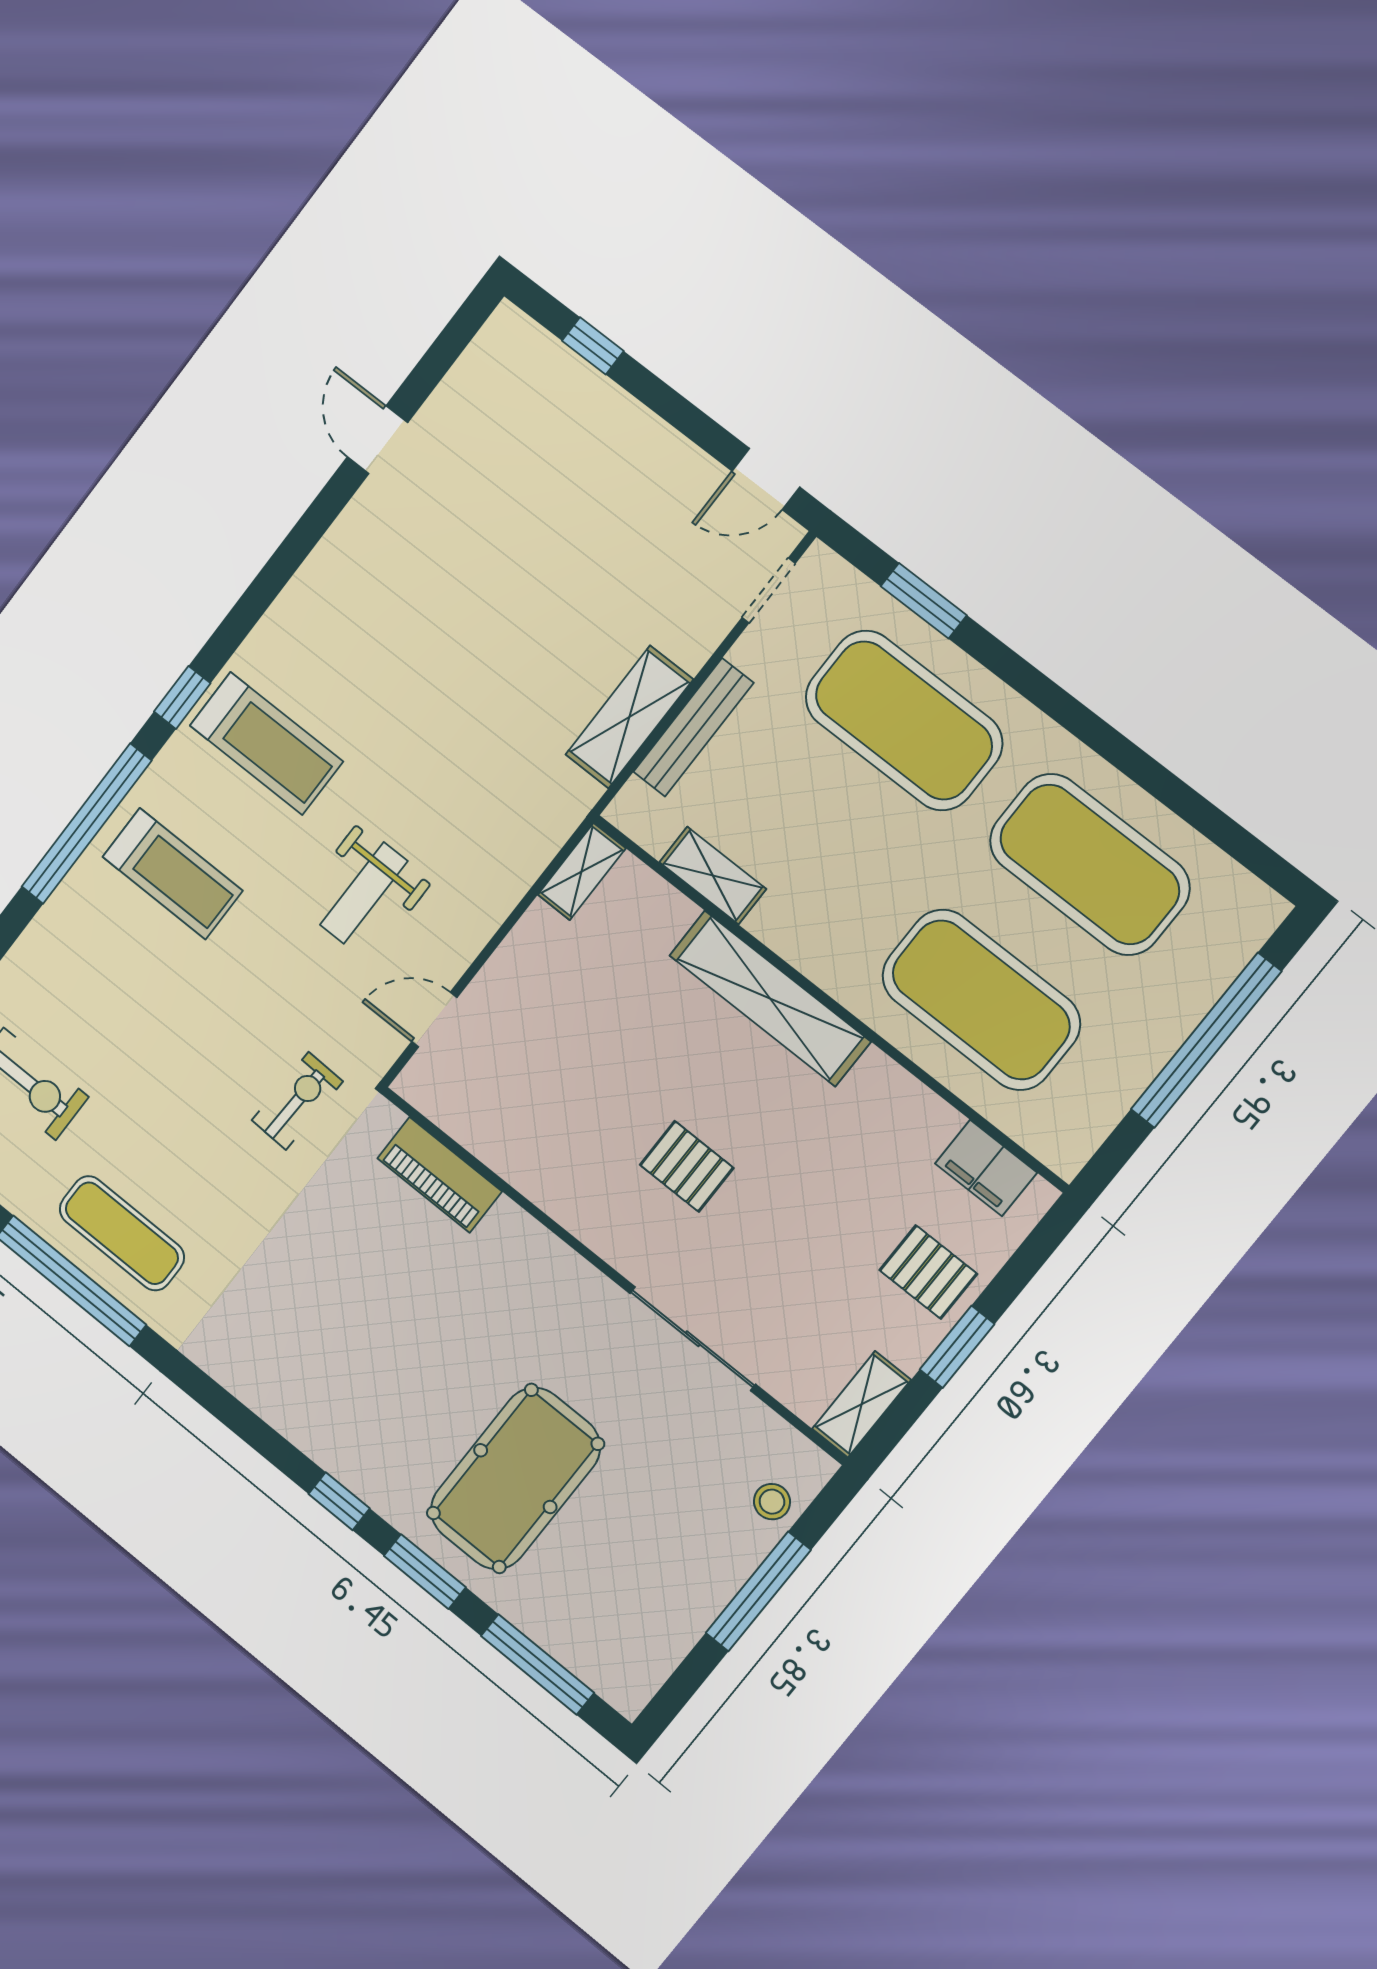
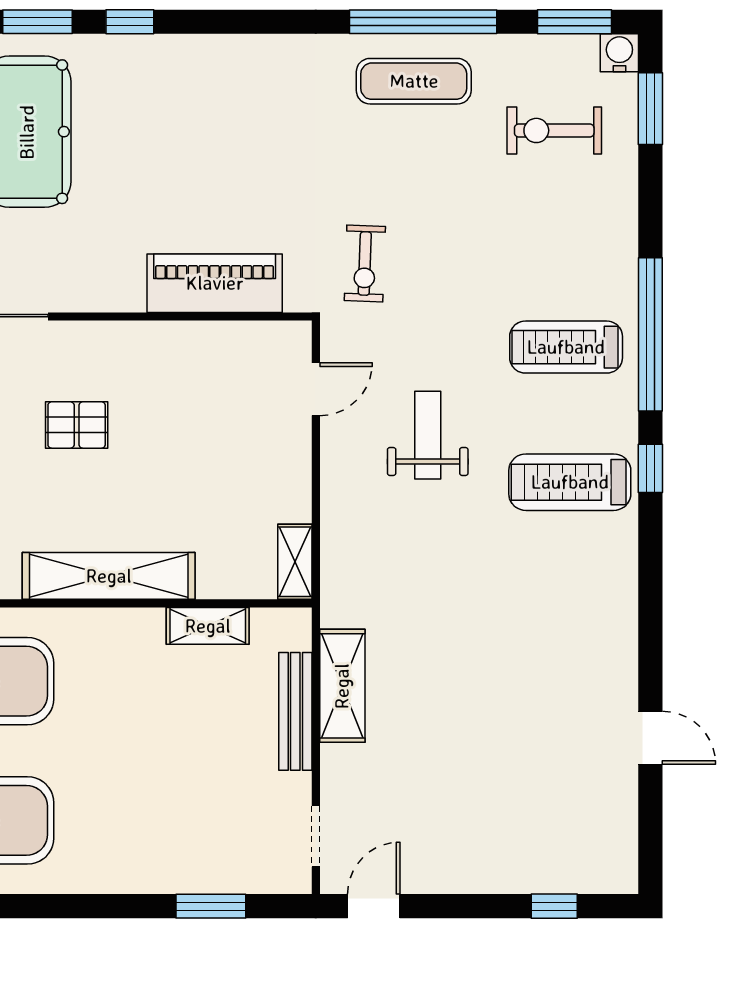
exercise mat: (904, 720) -> (164, 820), removed
piano: (440, 1175) -> (215, 283), width x1.37, depth x1.33

